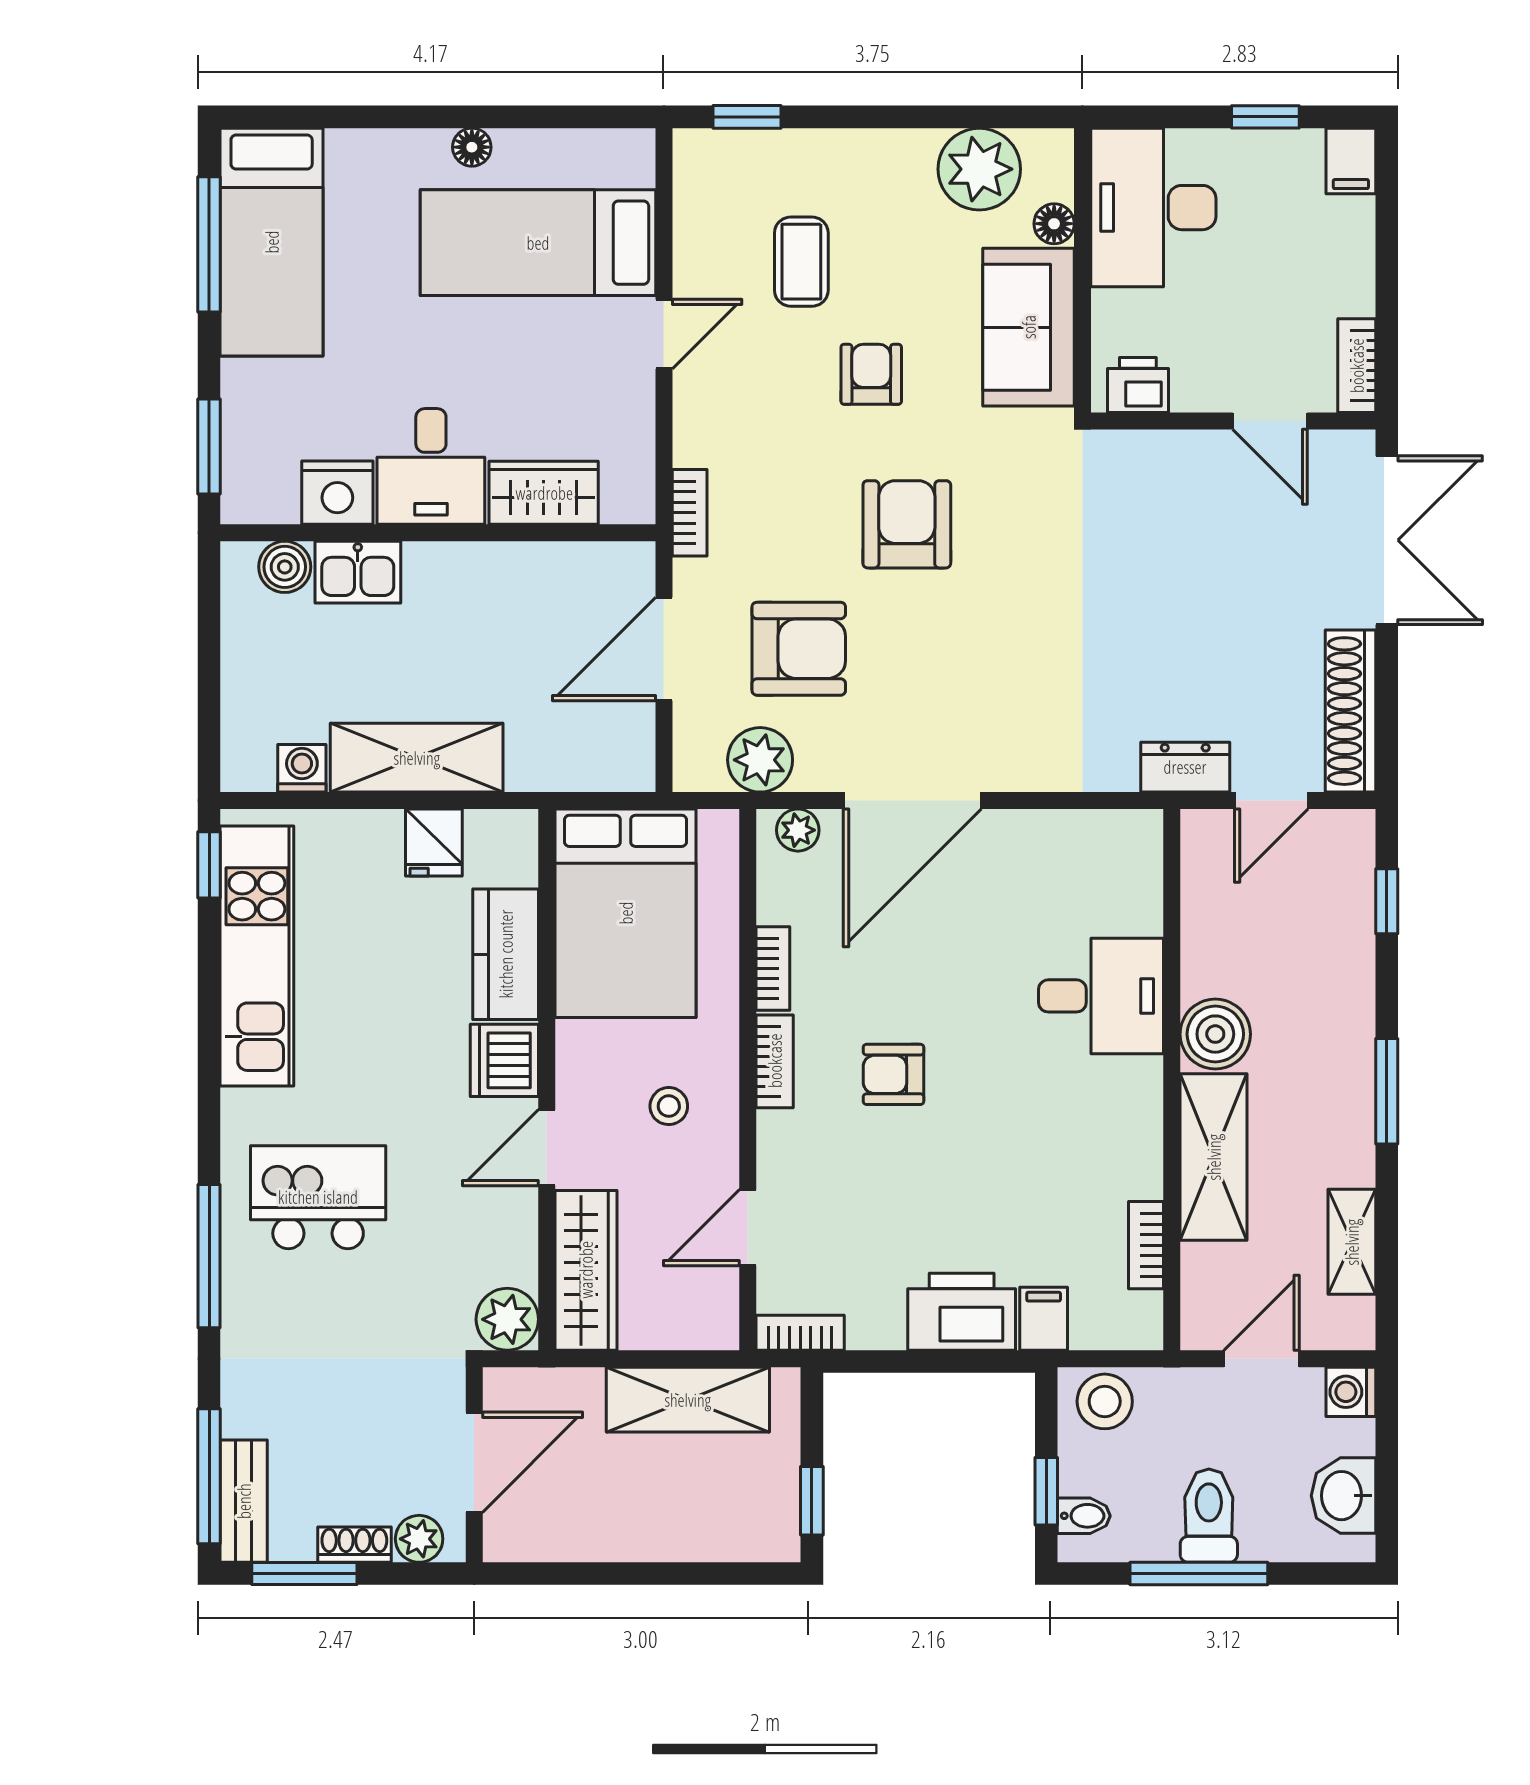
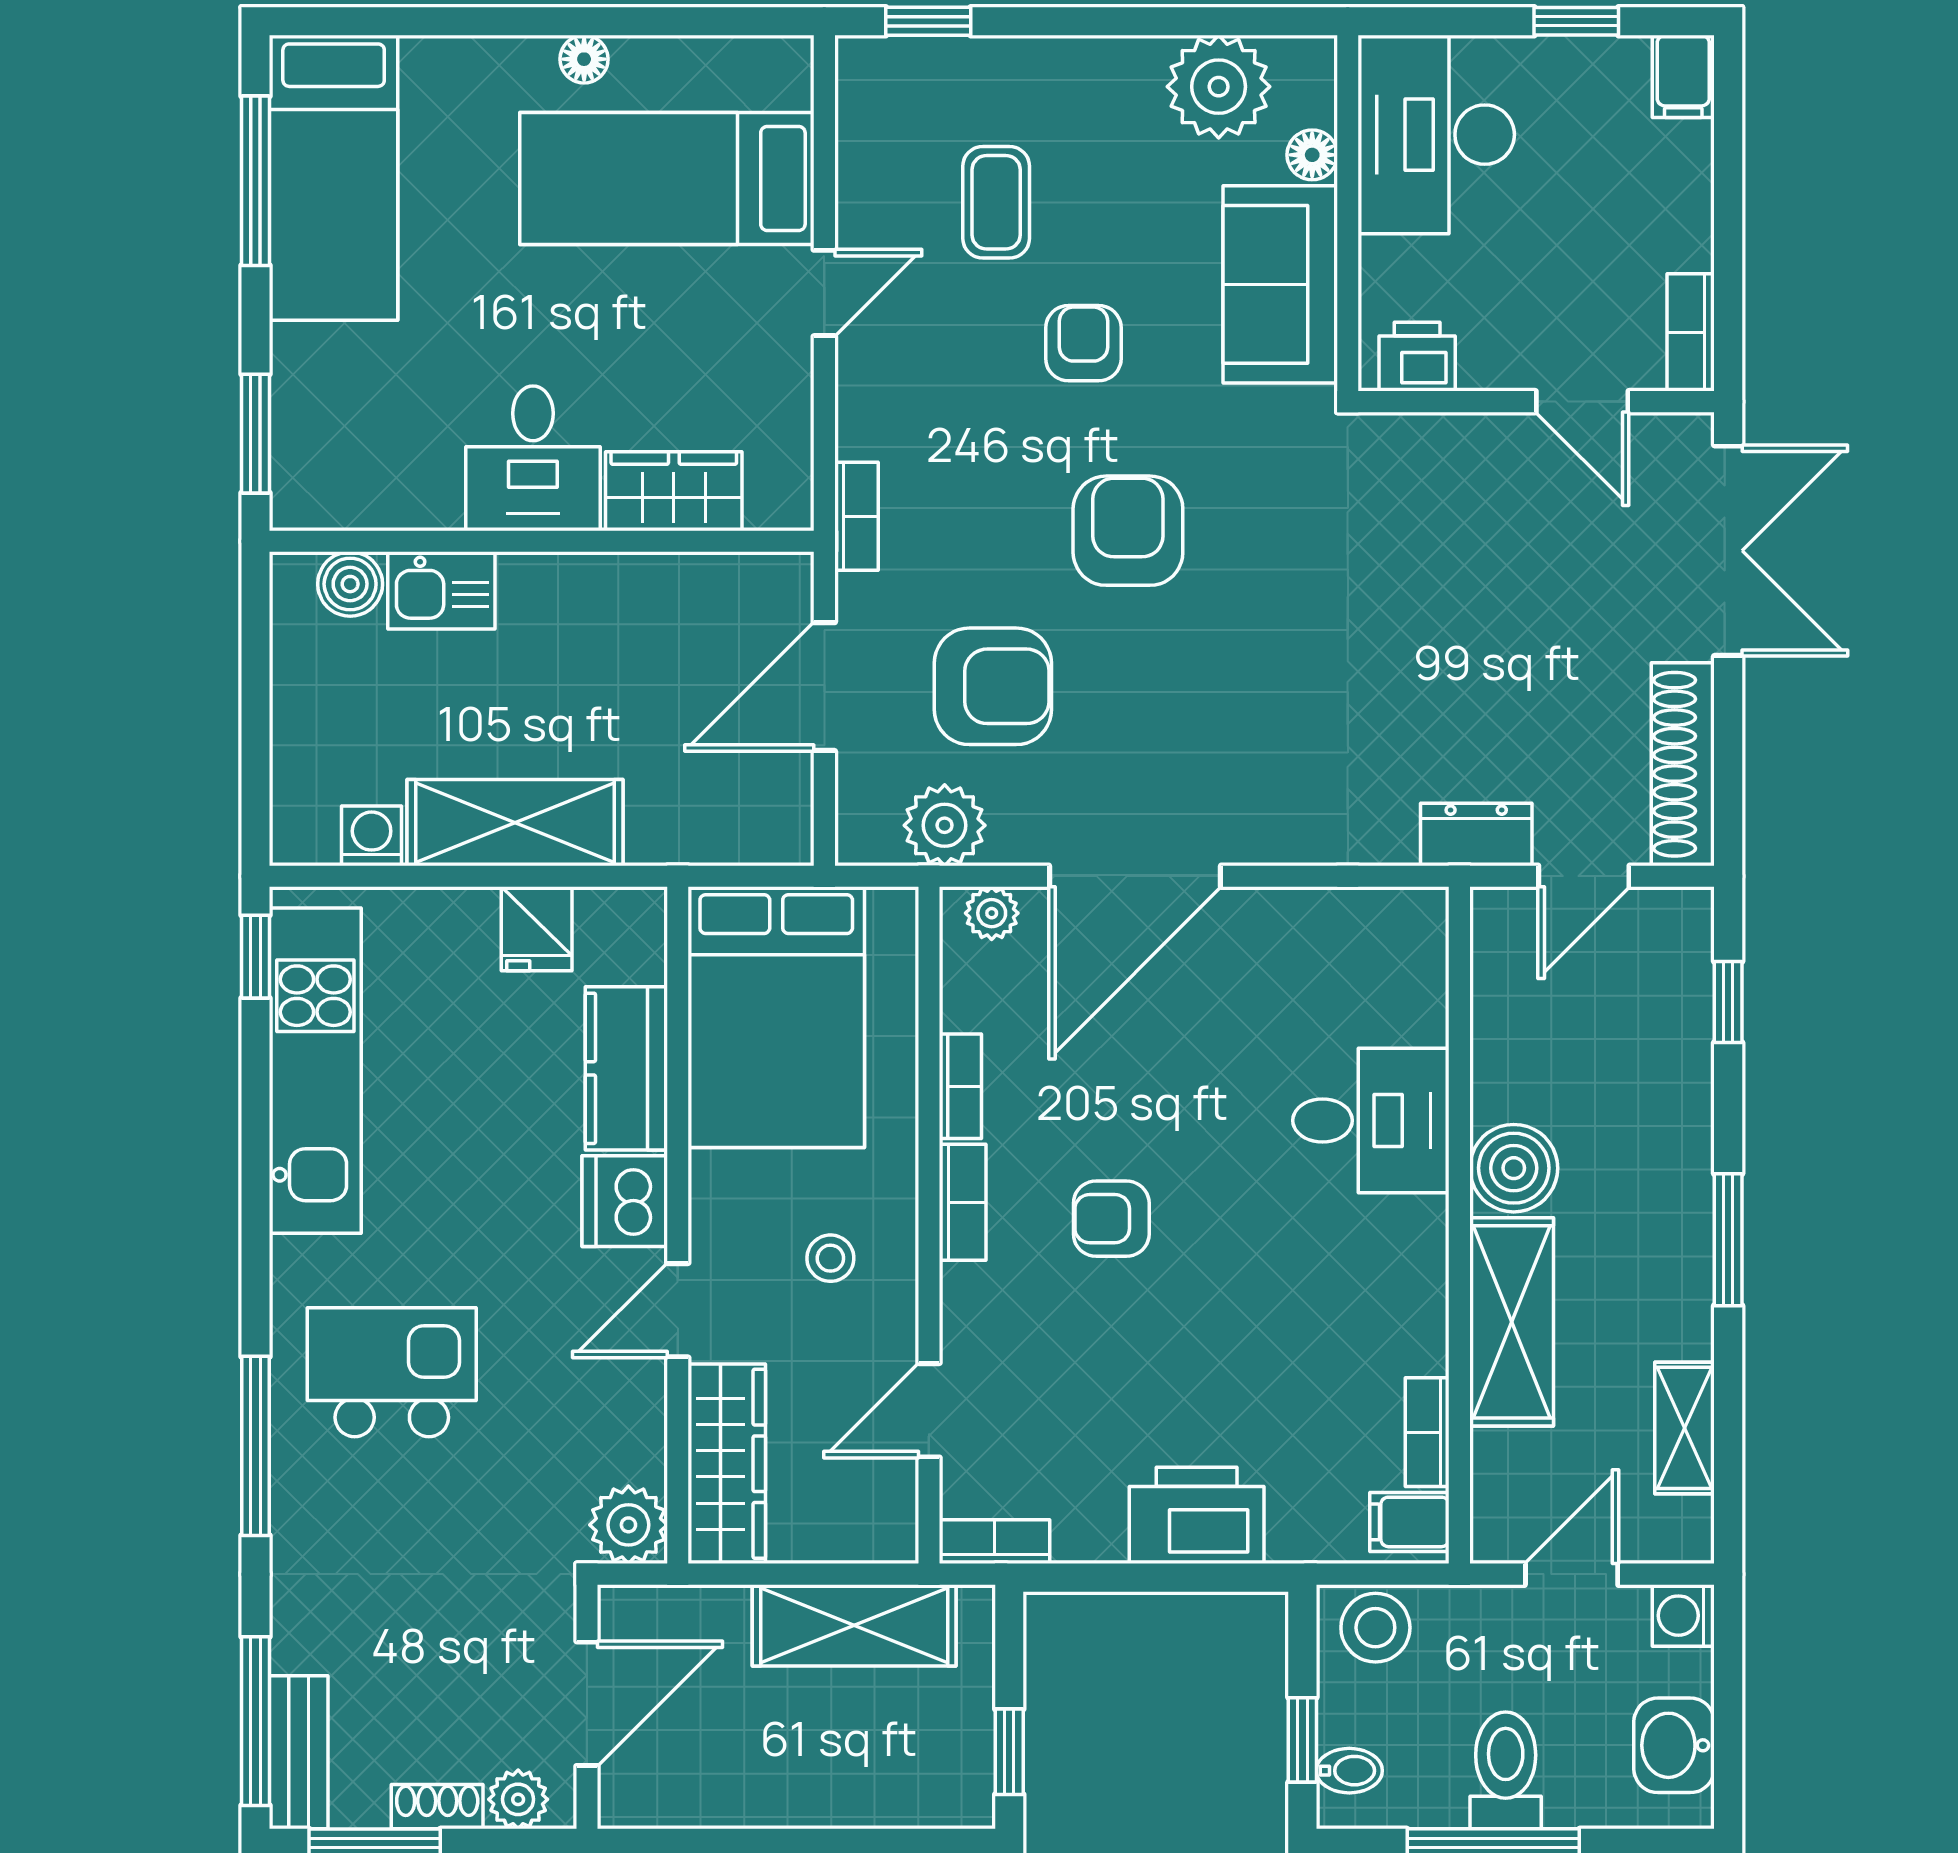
nightstand: (337, 493) -> (416, 491), removed
filing cabinet: (1044, 1319) -> (1409, 1522), moved, turned -90

